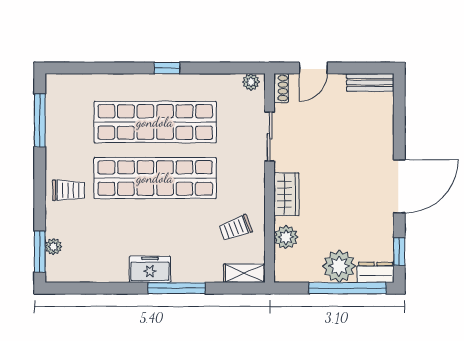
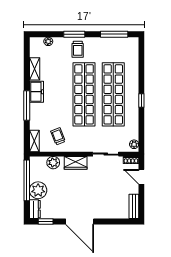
window: (40, 252) -> (74, 34), moved
shelving: (106, 273) -> (35, 69), added
window: (348, 288) -> (27, 180), moved

